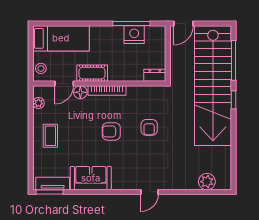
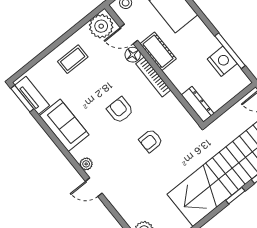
dresser: (155, 75) -> (198, 104), width x1.44
plant: (39, 103) -> (101, 26), width x1.87, depth x1.87
plant: (129, 184) -> (86, 164), added

